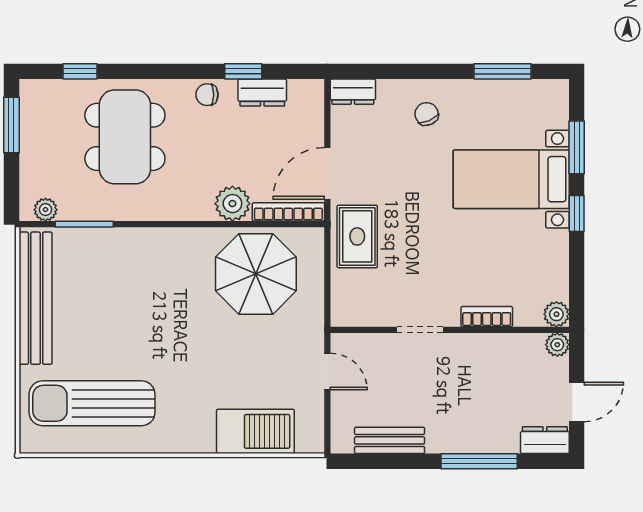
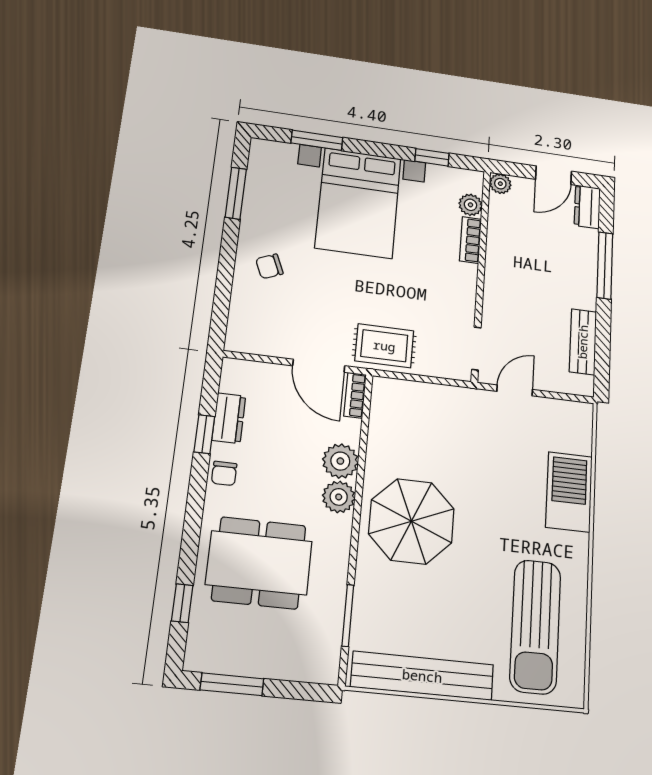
dresser: (353, 92) -> (239, 331), removed
bed with nightstands: (511, 179) -> (358, 203), width x1.36
plant: (46, 210) -> (339, 497), moved, width x1.38, depth x1.38
bookcase: (288, 212) -> (355, 395), width x0.64
window: (577, 213) -> (432, 157), moved
parasol: (256, 274) -> (411, 521), moved
plant: (556, 314) -> (470, 205), moved
doorway: (420, 330) -> (476, 349), moved
door: (577, 402) -> (554, 175), swing flipped
barbecue: (255, 431) -> (569, 492), moved

